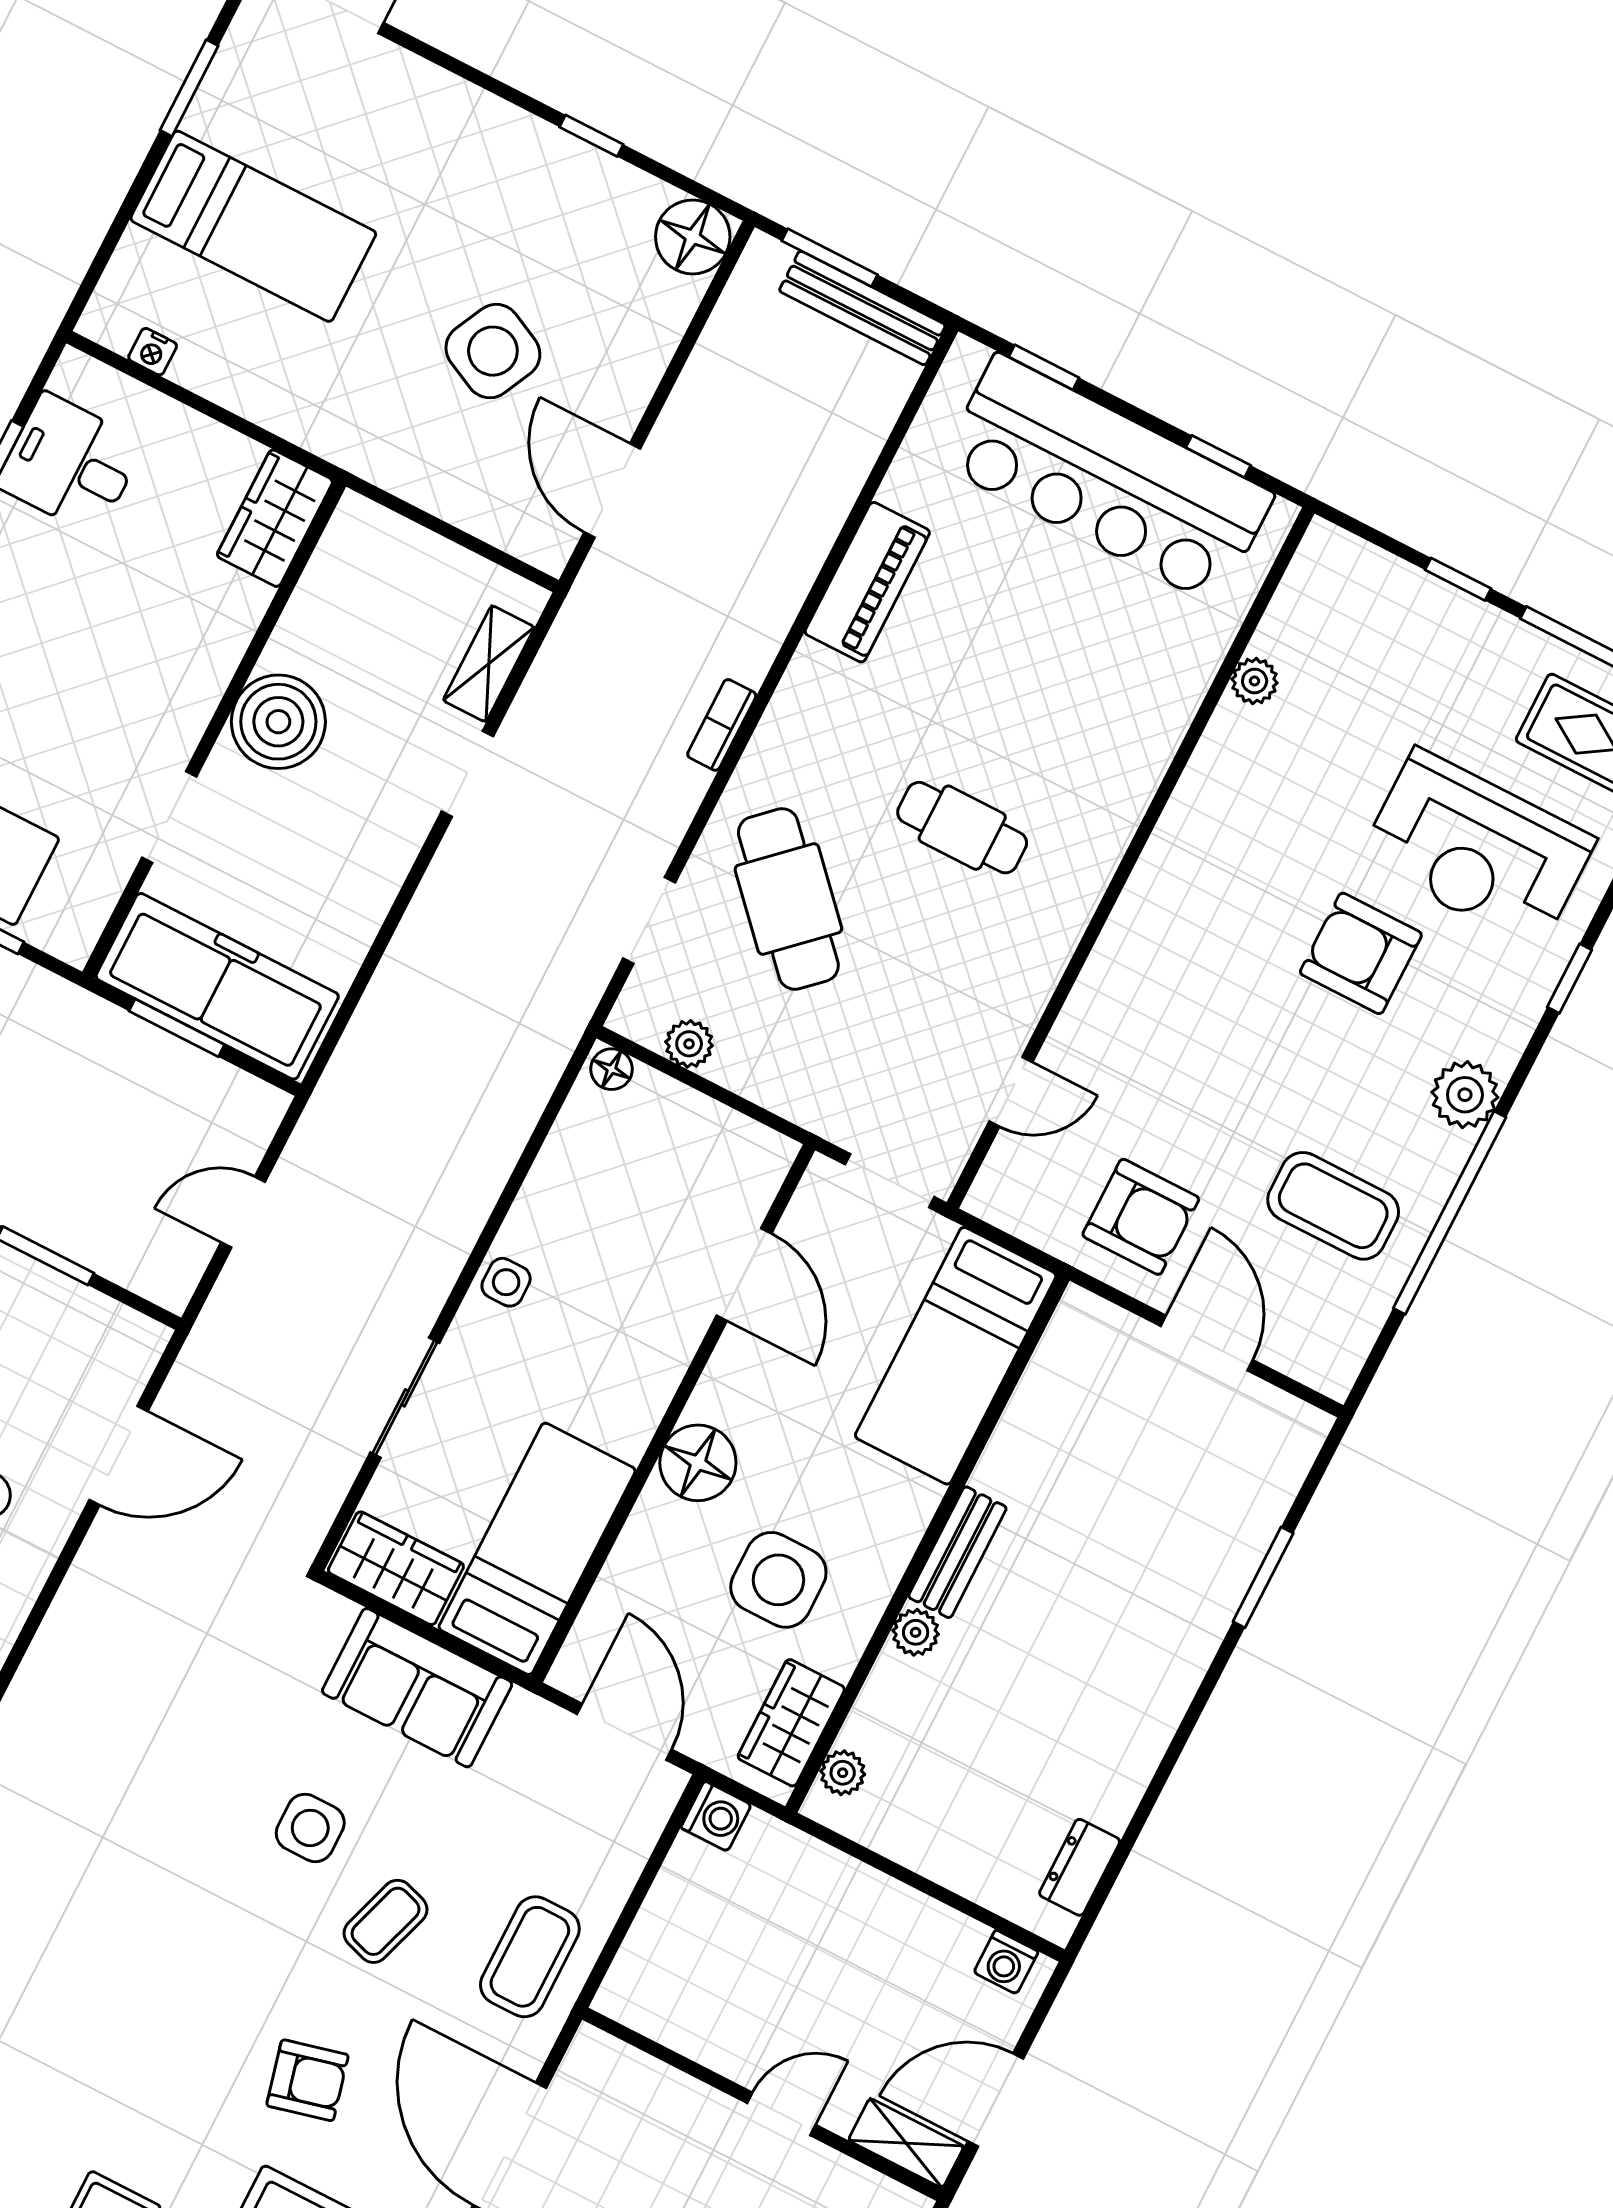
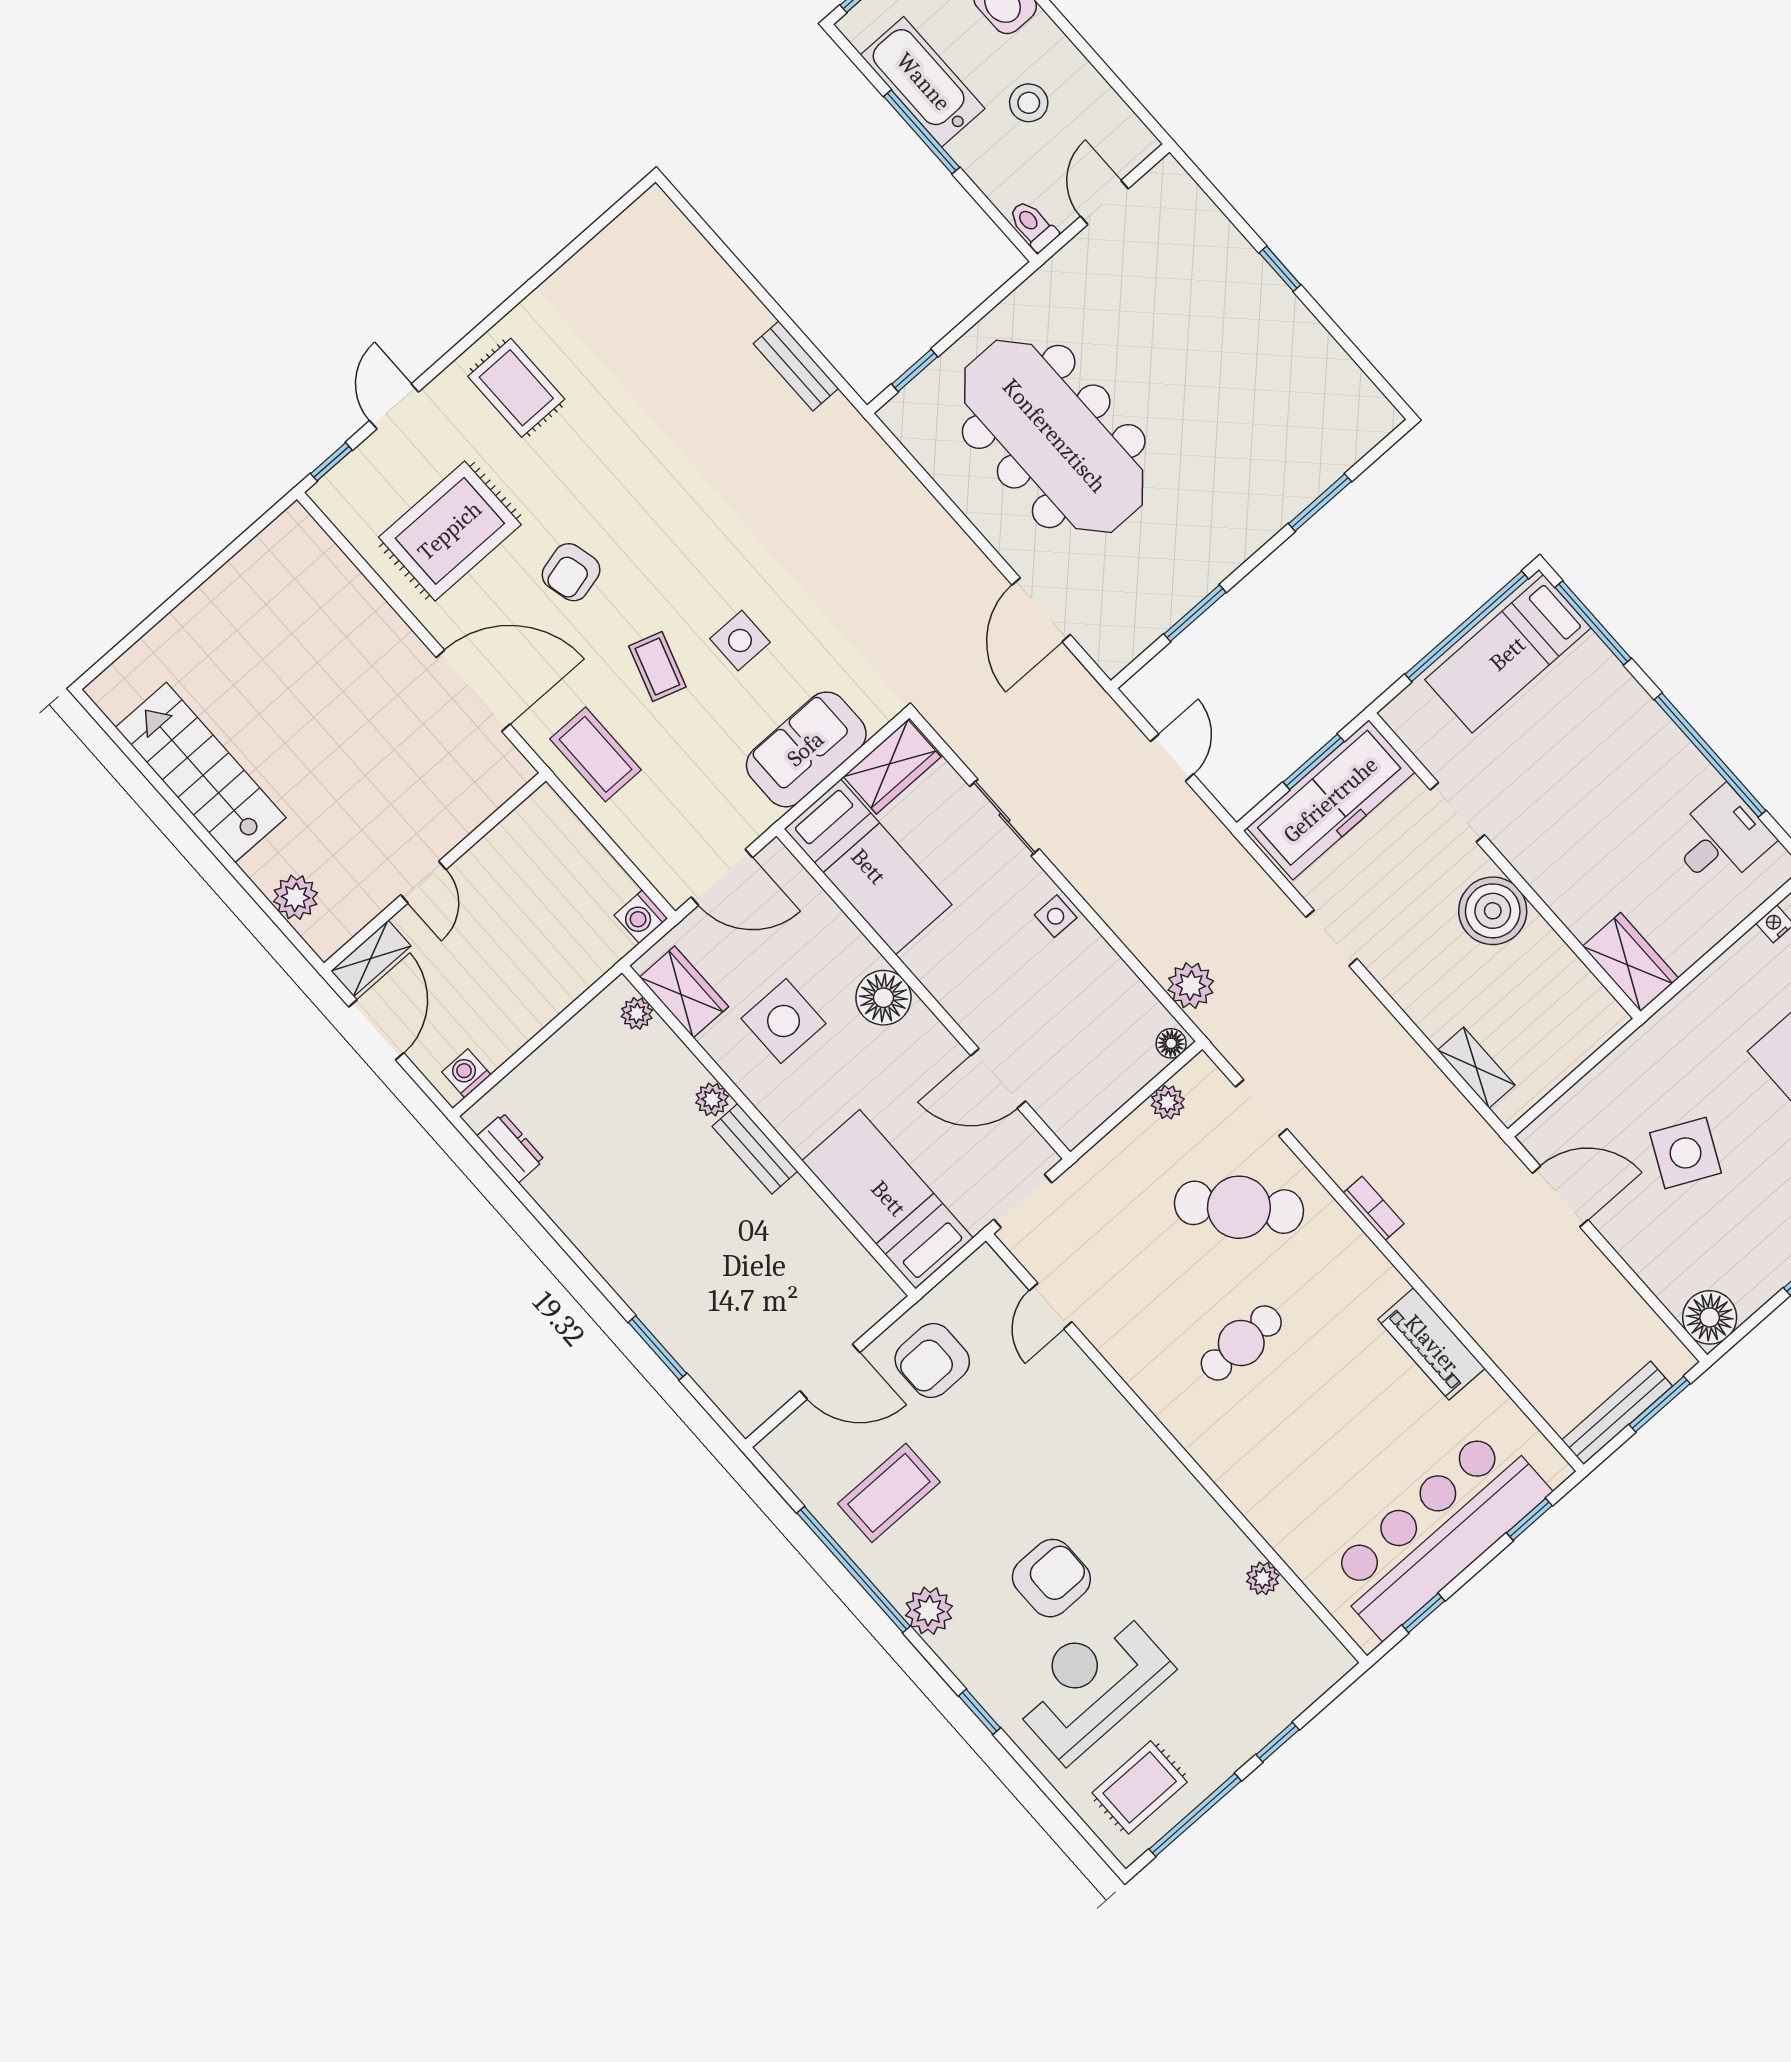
doorway: (467, 774) -> (1332, 938), moved
plant: (527, 1073) -> (1191, 985), added

